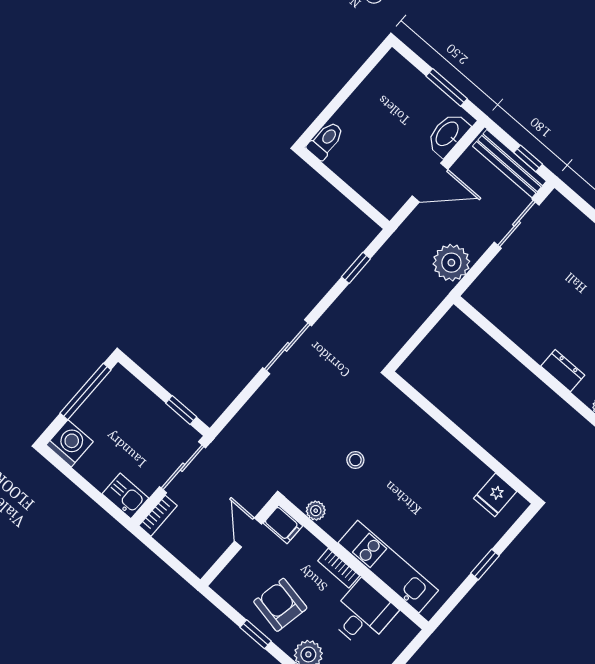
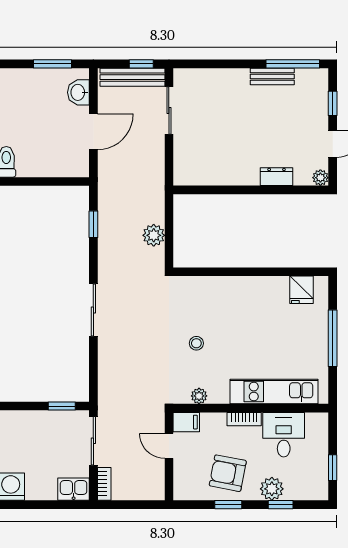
washbasin: (448, 134) -> (78, 92), width x0.72
plant: (451, 263) -> (154, 235), moved, width x0.73, depth x0.73
window: (485, 564) -> (333, 338), width x2.17

